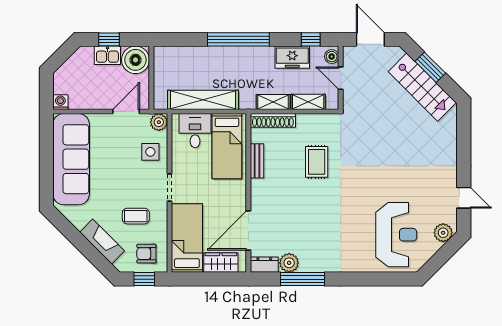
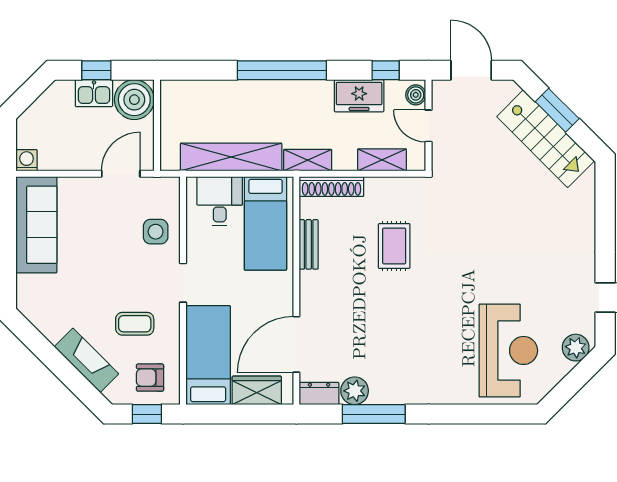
shelving: (273, 102) -> (308, 160), moved
plant: (159, 122) -> (168, 189), removed
sofa: (71, 159) -> (36, 225), width x0.74, depth x0.79

